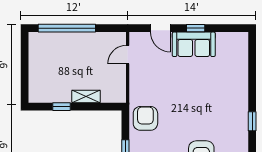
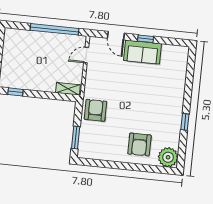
window: (67, 28) -> (54, 29), moved
shelving: (86, 96) -> (68, 89), moved
window: (62, 107) -> (15, 92), moved

